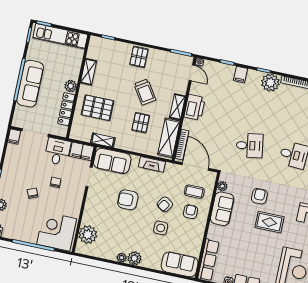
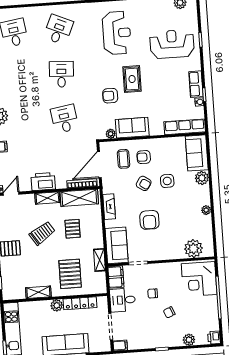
pallet: (141, 123) -> (73, 229), turned 90
plant: (134, 258) -> (202, 178), moved

